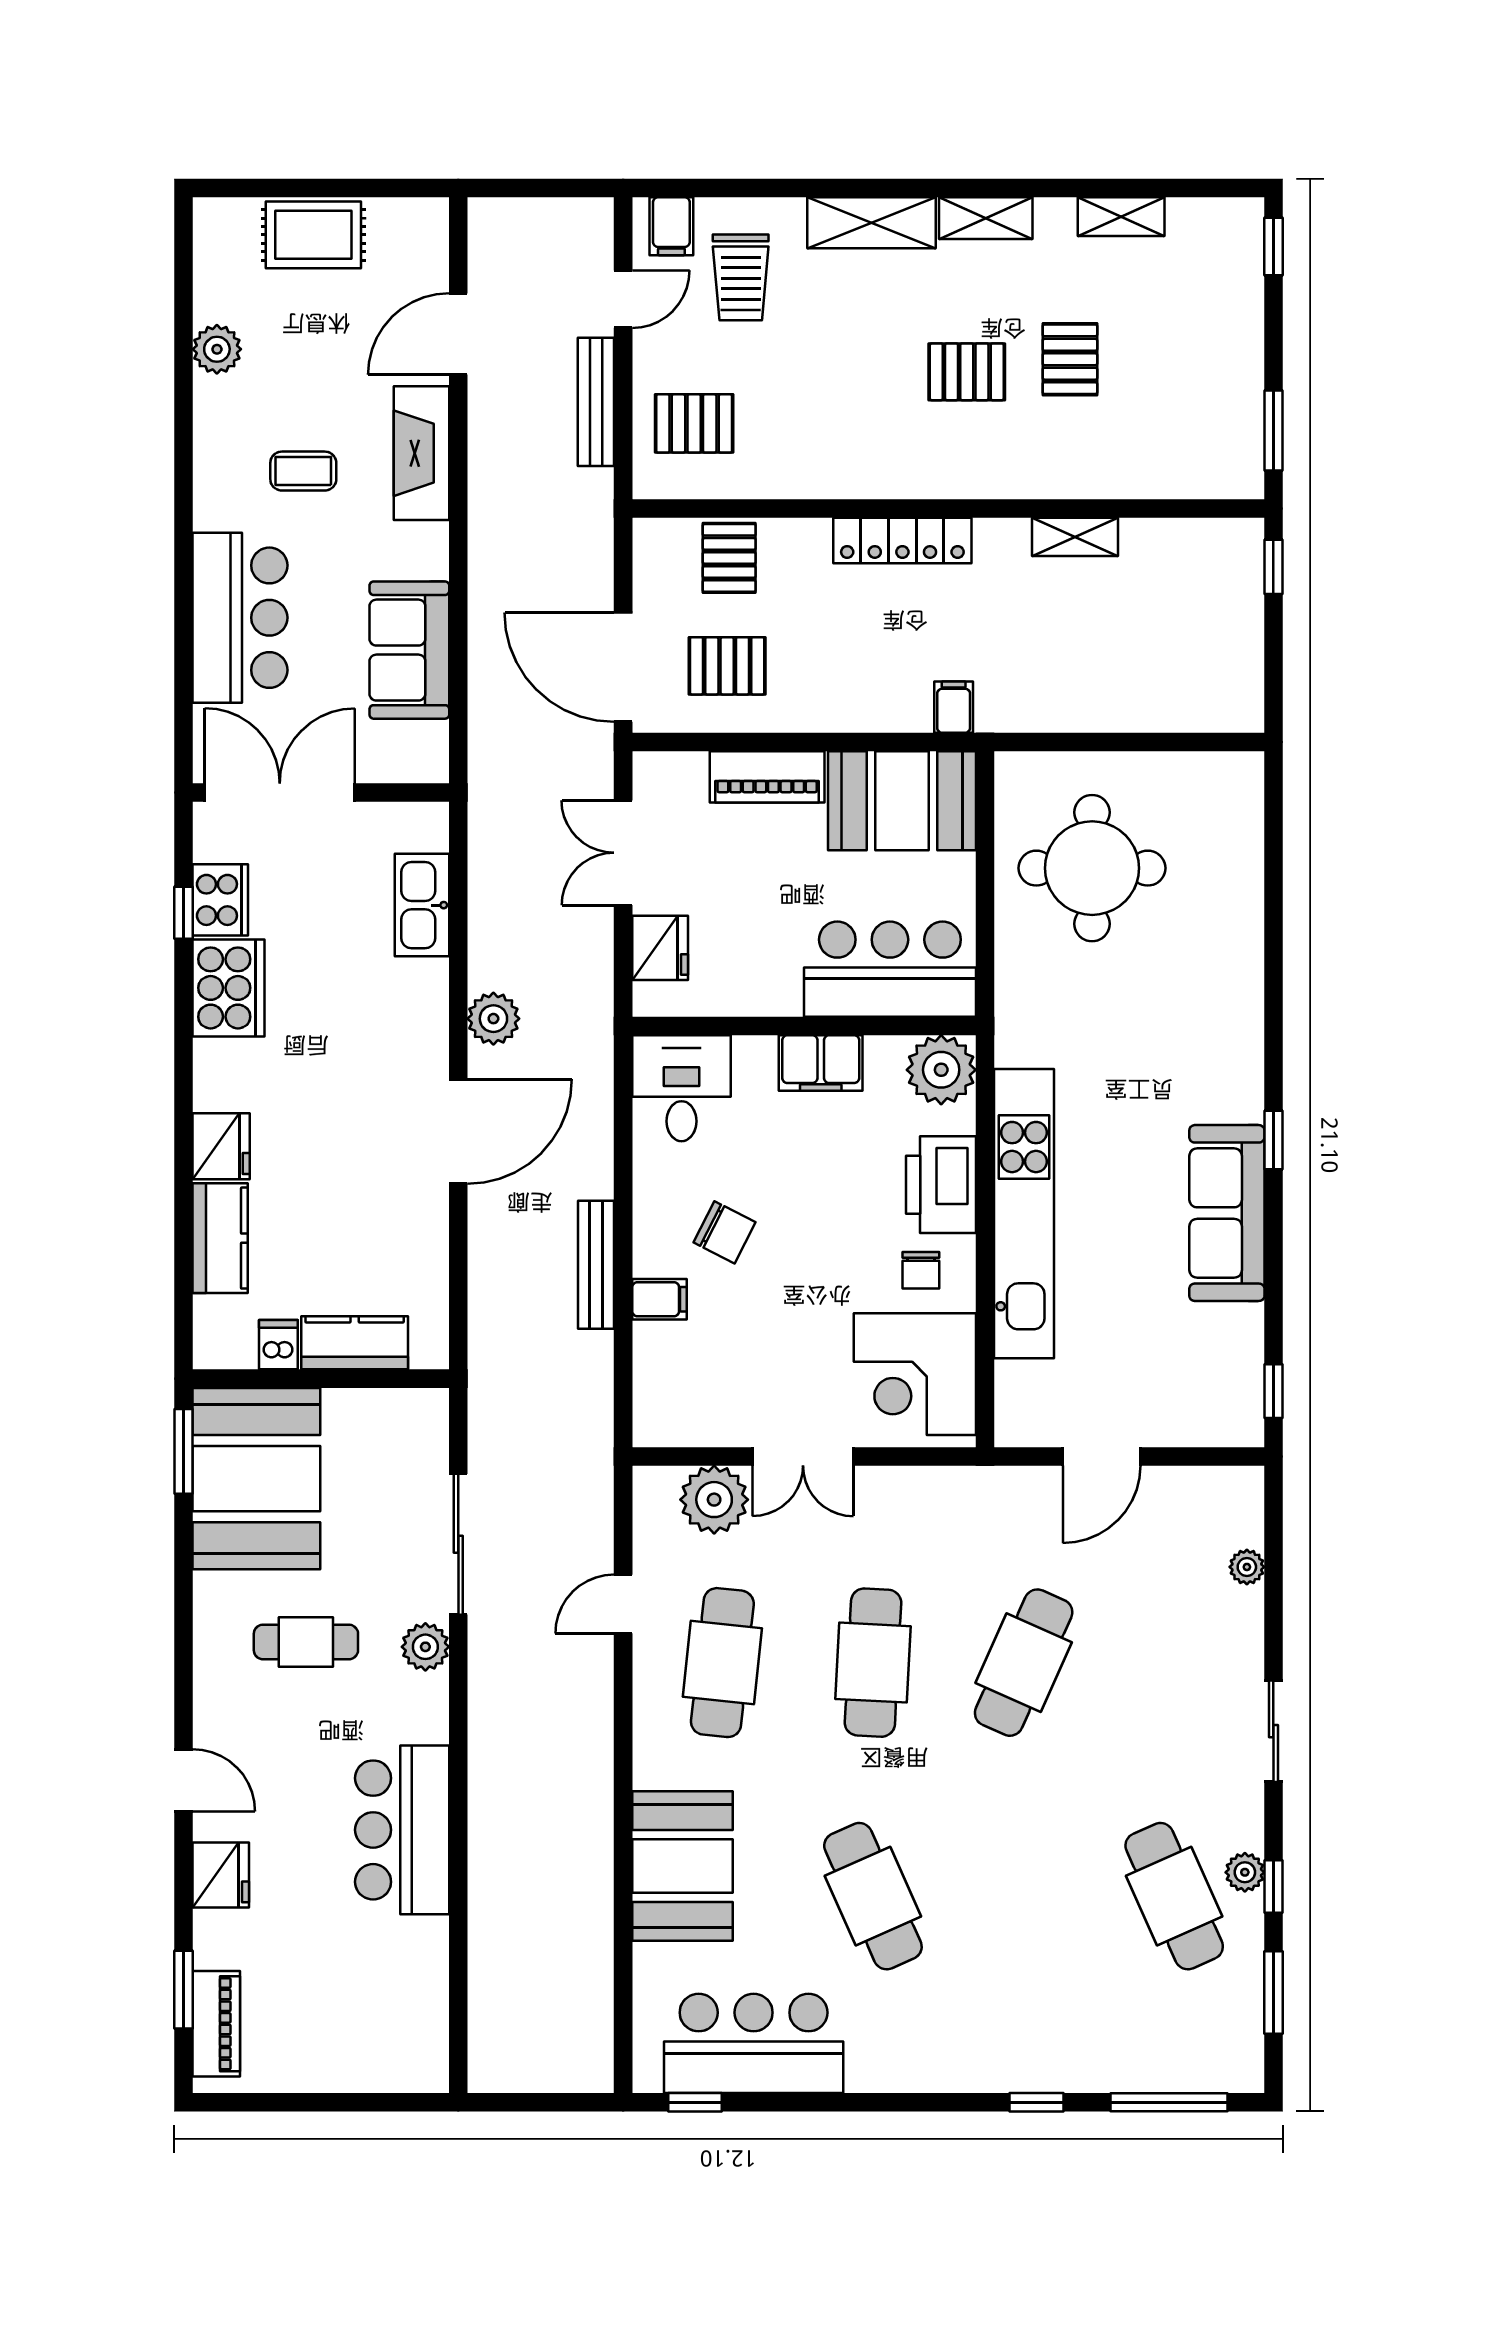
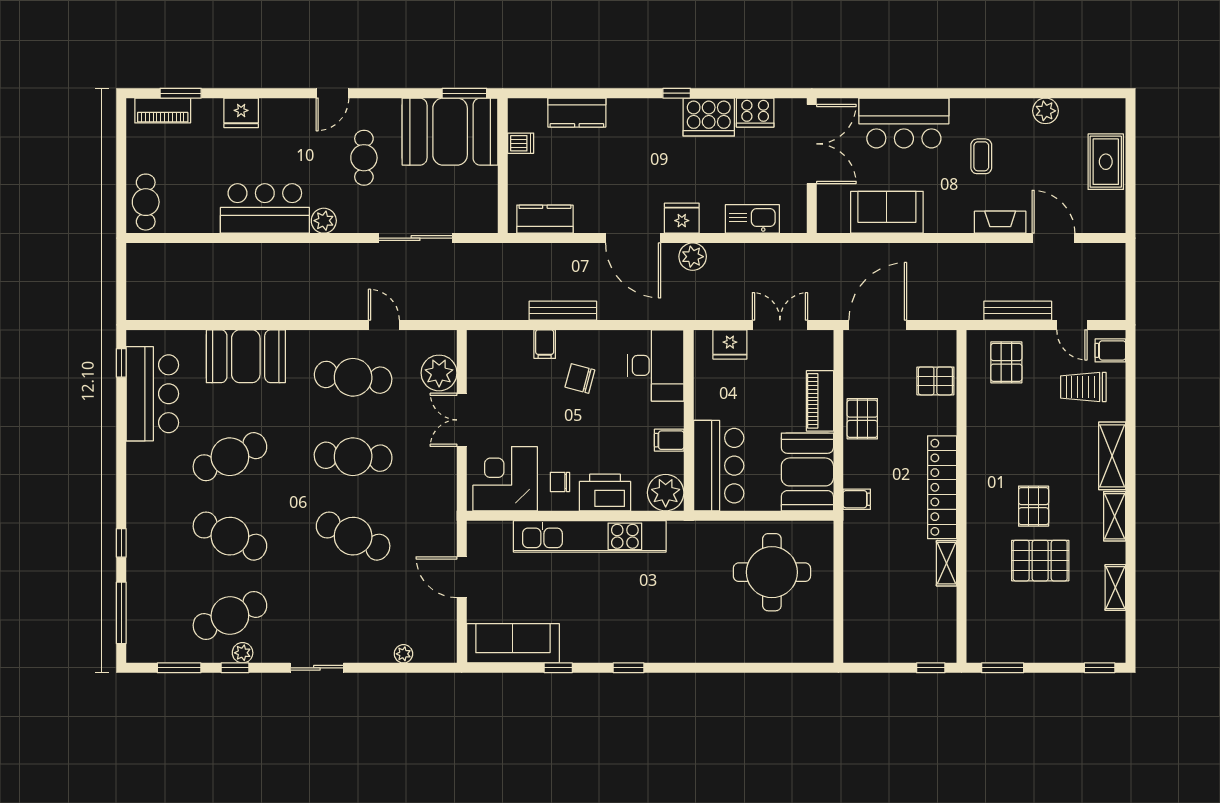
pallet: (1070, 359) -> (1040, 561), width x1.50, depth x1.42
fireplace: (422, 453) -> (1000, 222), width x0.73, depth x0.76
locker: (902, 541) -> (942, 487), width x1.41, depth x1.21
pallet: (727, 666) -> (862, 419), moved
window: (183, 913) -> (677, 93), moved
filing cabinet: (821, 1063) -> (669, 440), width x0.50
desk: (682, 1088) -> (656, 365), width x1.37
fridge: (221, 1146) -> (682, 218), moved, turned 180
sofa: (1227, 1213) -> (513, 643), moved
chair: (725, 1232) -> (580, 378), turned 78
kitchen counter: (355, 1343) -> (545, 219), moved, turned -90
window: (1273, 1391) -> (558, 668), moved
plant: (425, 1647) -> (324, 221), moved
door: (183, 1780) -> (332, 93), moved
cafe table: (1024, 1896) -> (230, 536), added
cafe table: (390, 2056) -> (146, 202), added

